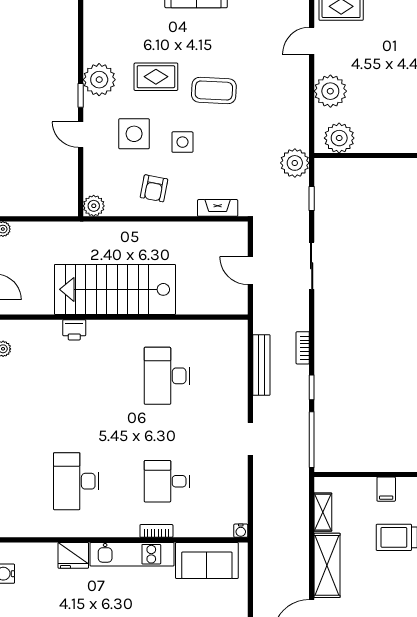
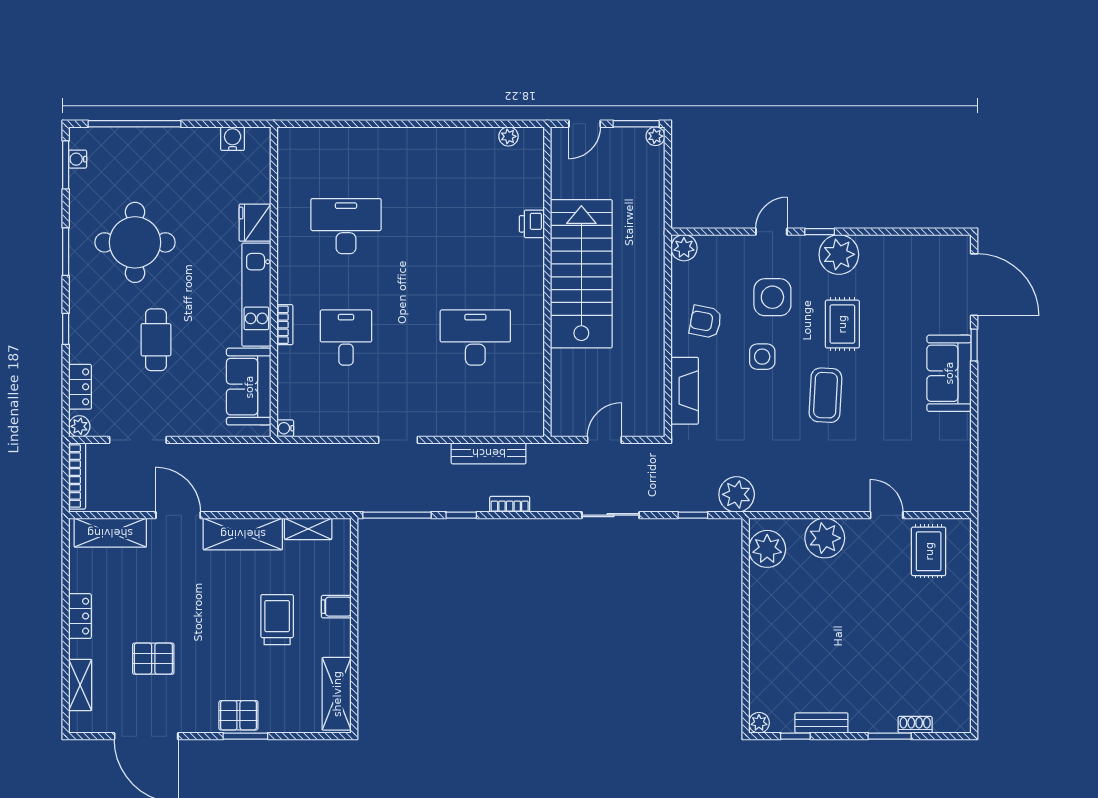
fireplace: (218, 208) -> (685, 391), width x1.37, depth x1.32

